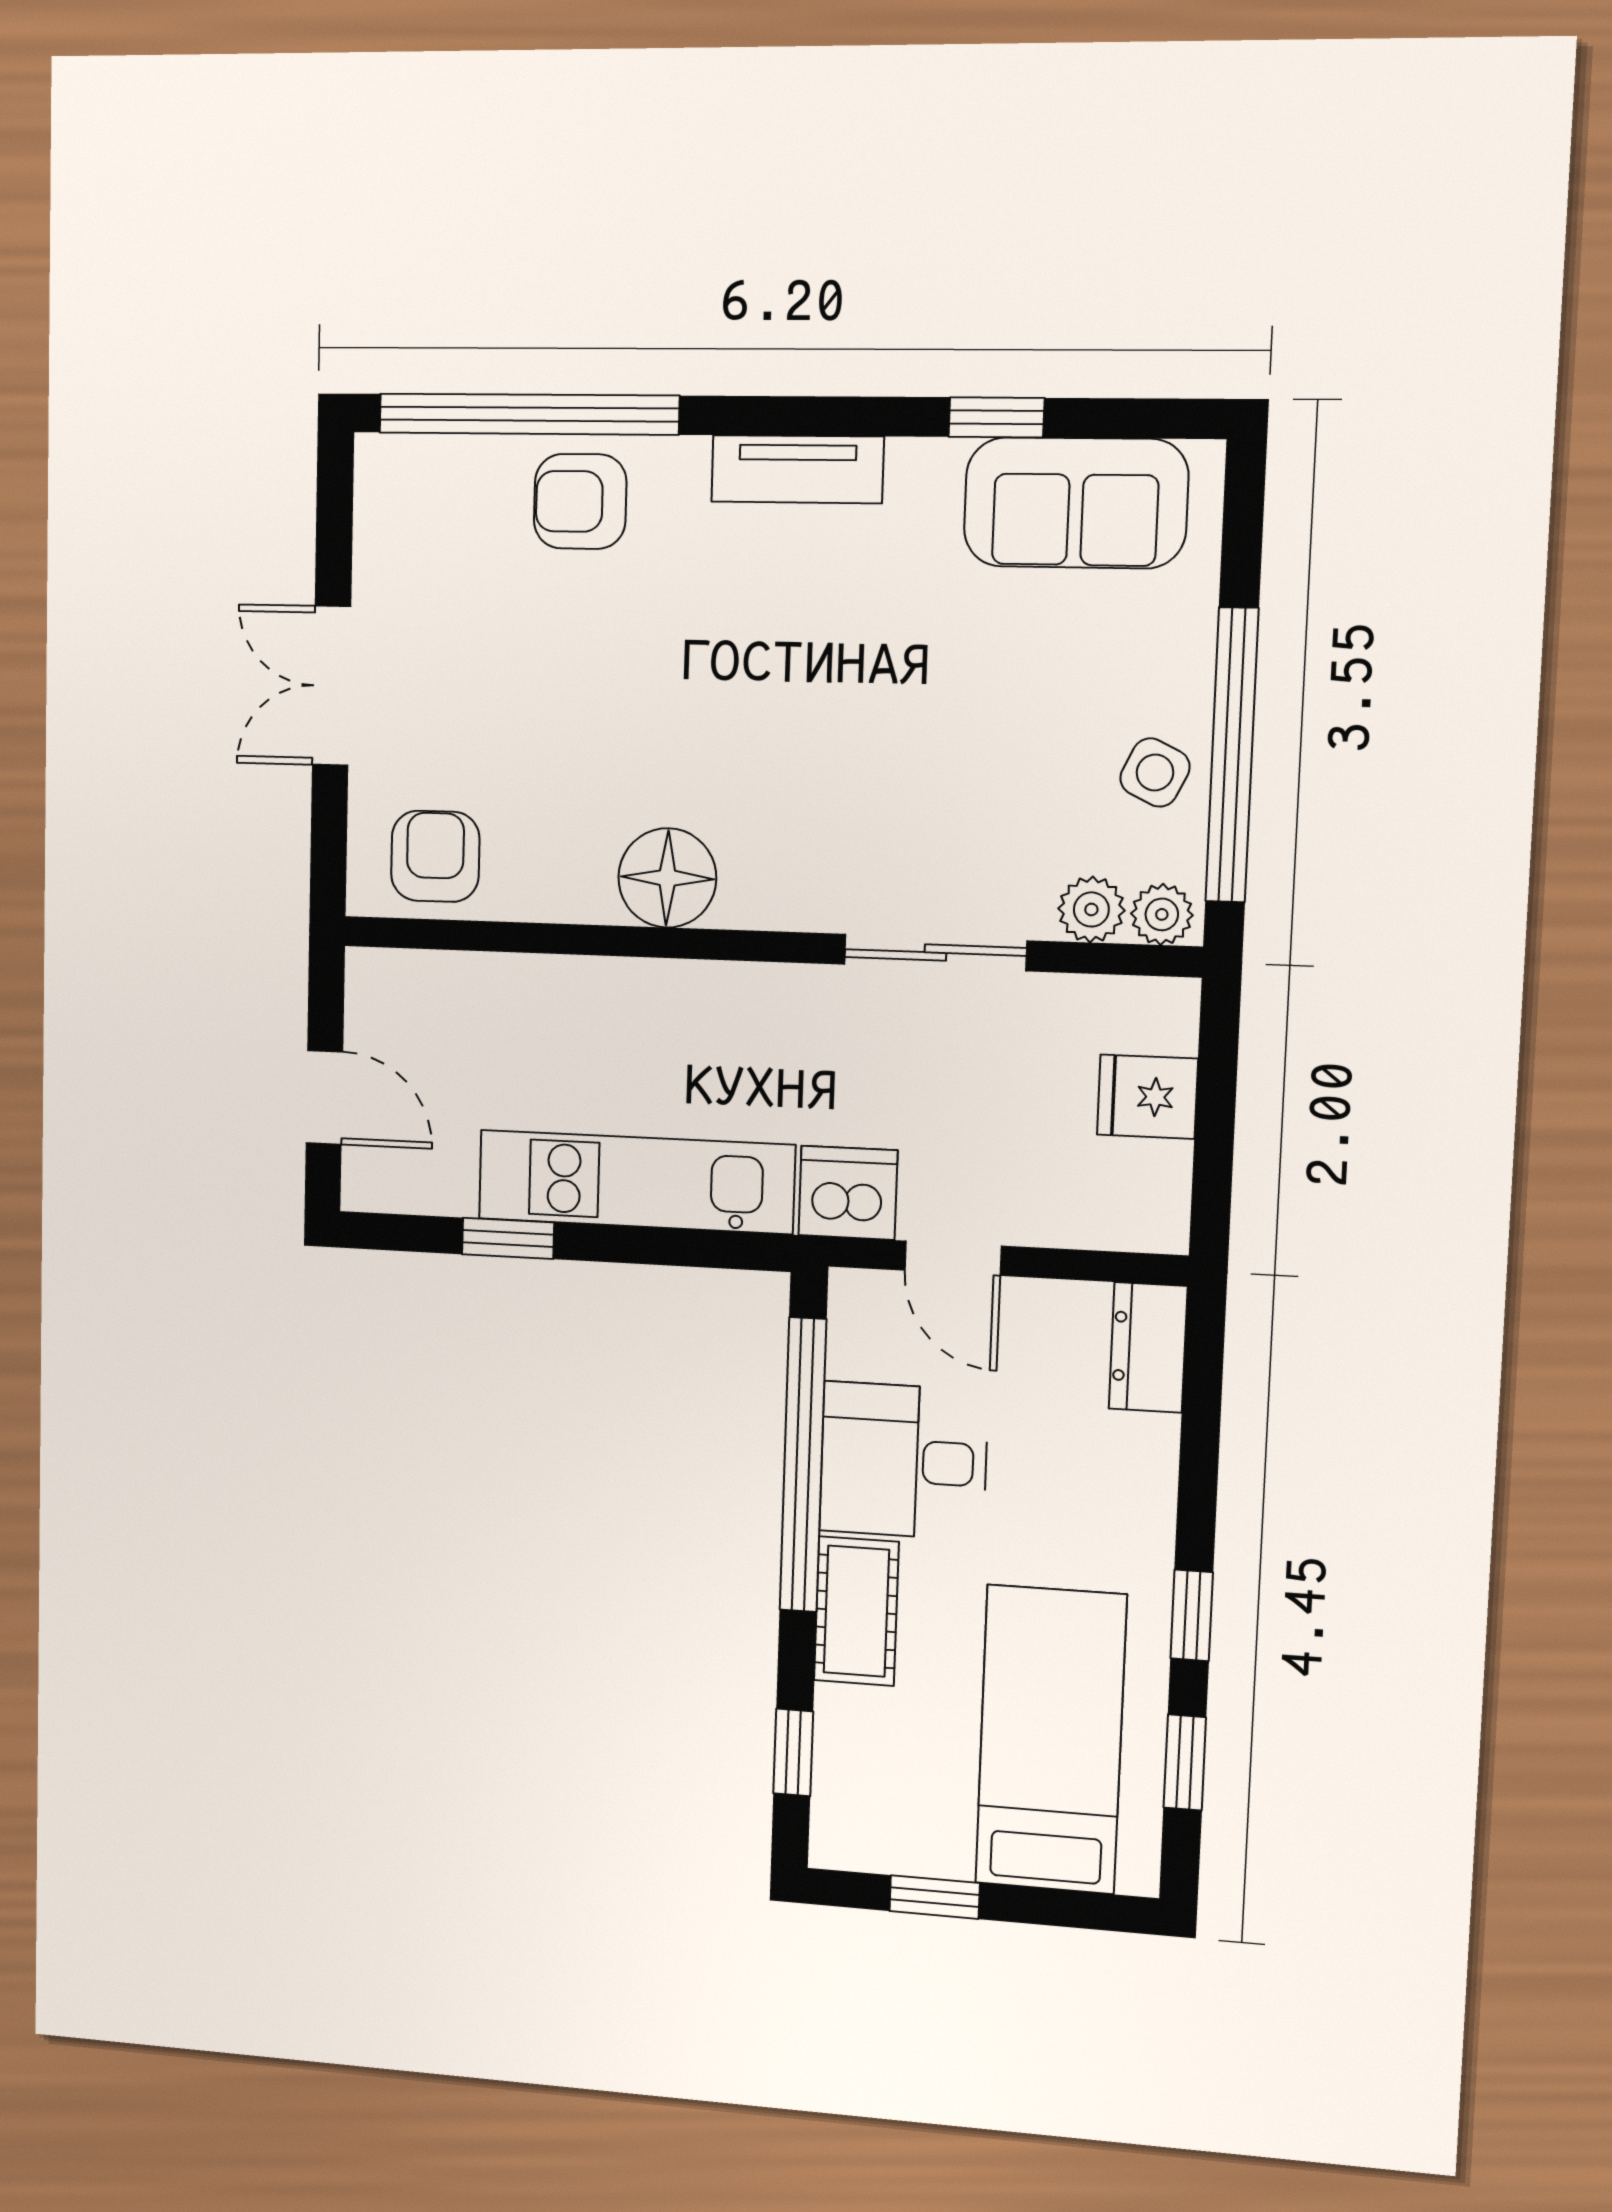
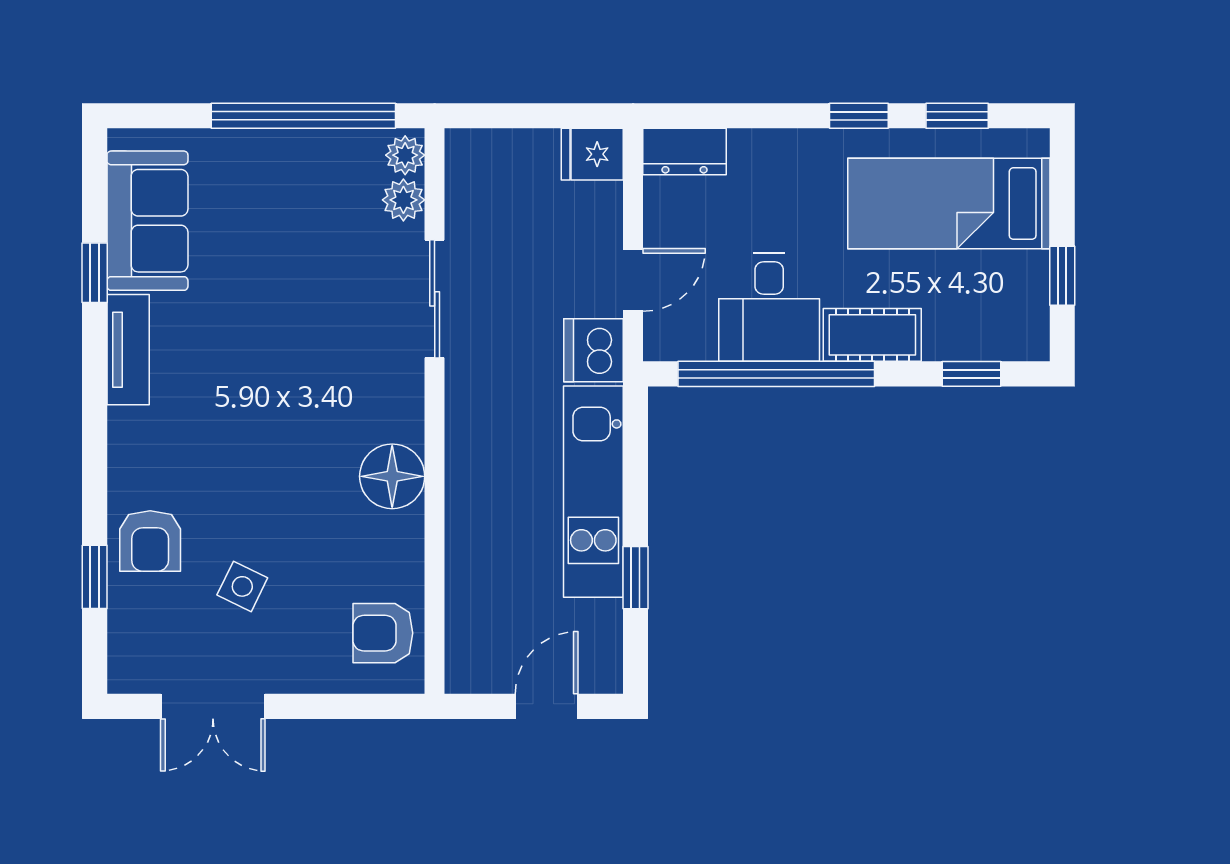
window: (528, 414) -> (95, 577), width x0.32
tv unit: (797, 469) -> (128, 350), moved
double door: (332, 686) -> (213, 706), moved
side table: (1155, 772) -> (242, 586), moved
fridge: (1147, 1097) -> (592, 154), moved, turned 90

